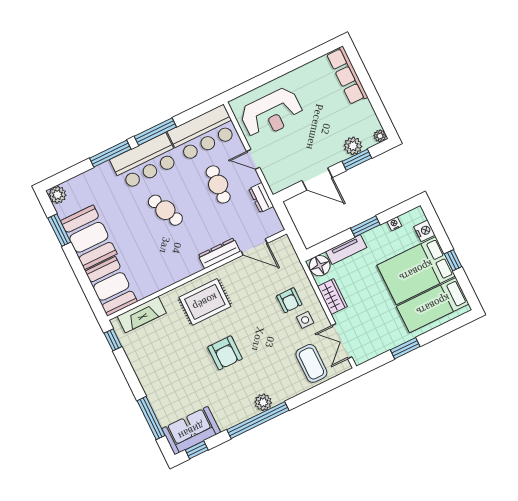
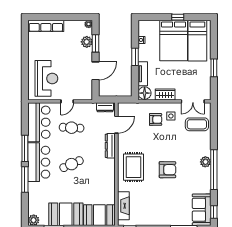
dresser: (261, 198) -> (105, 107), moved
nightstand: (424, 231) -> (154, 25), removed

